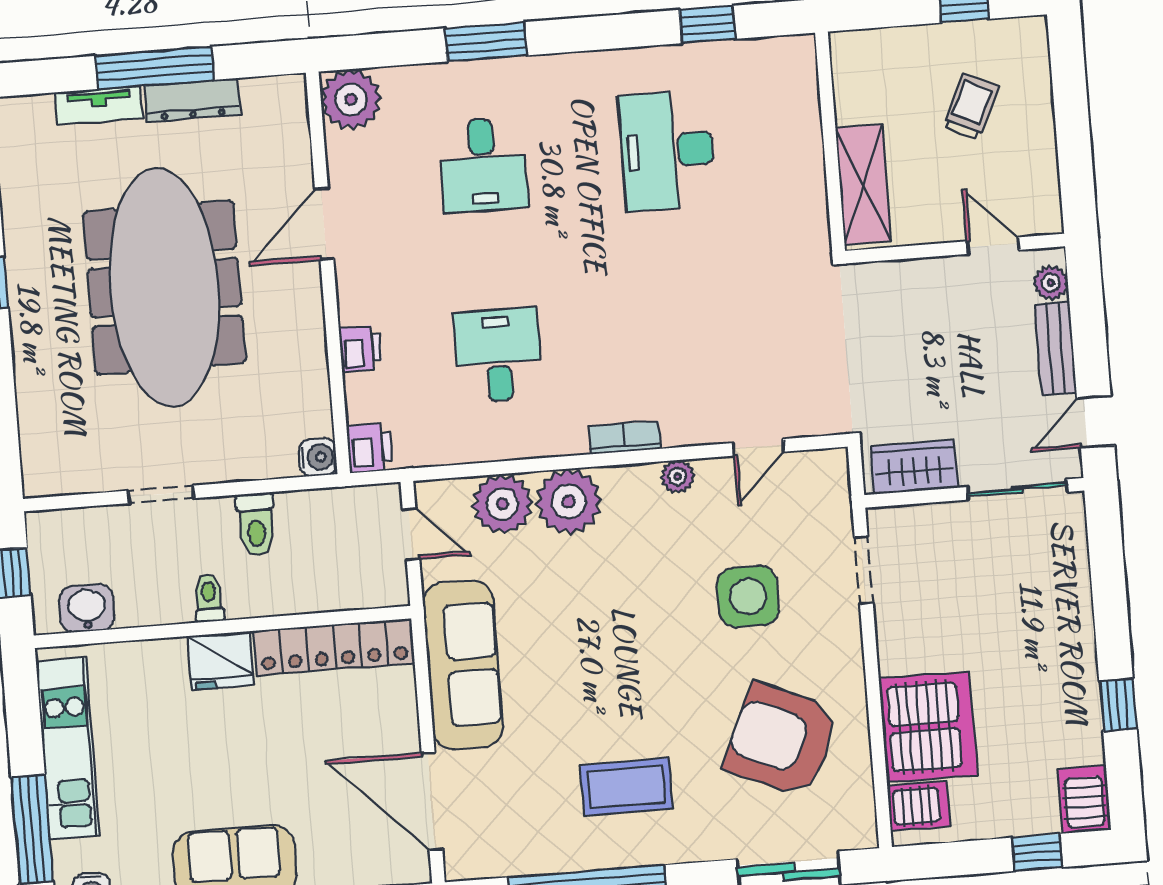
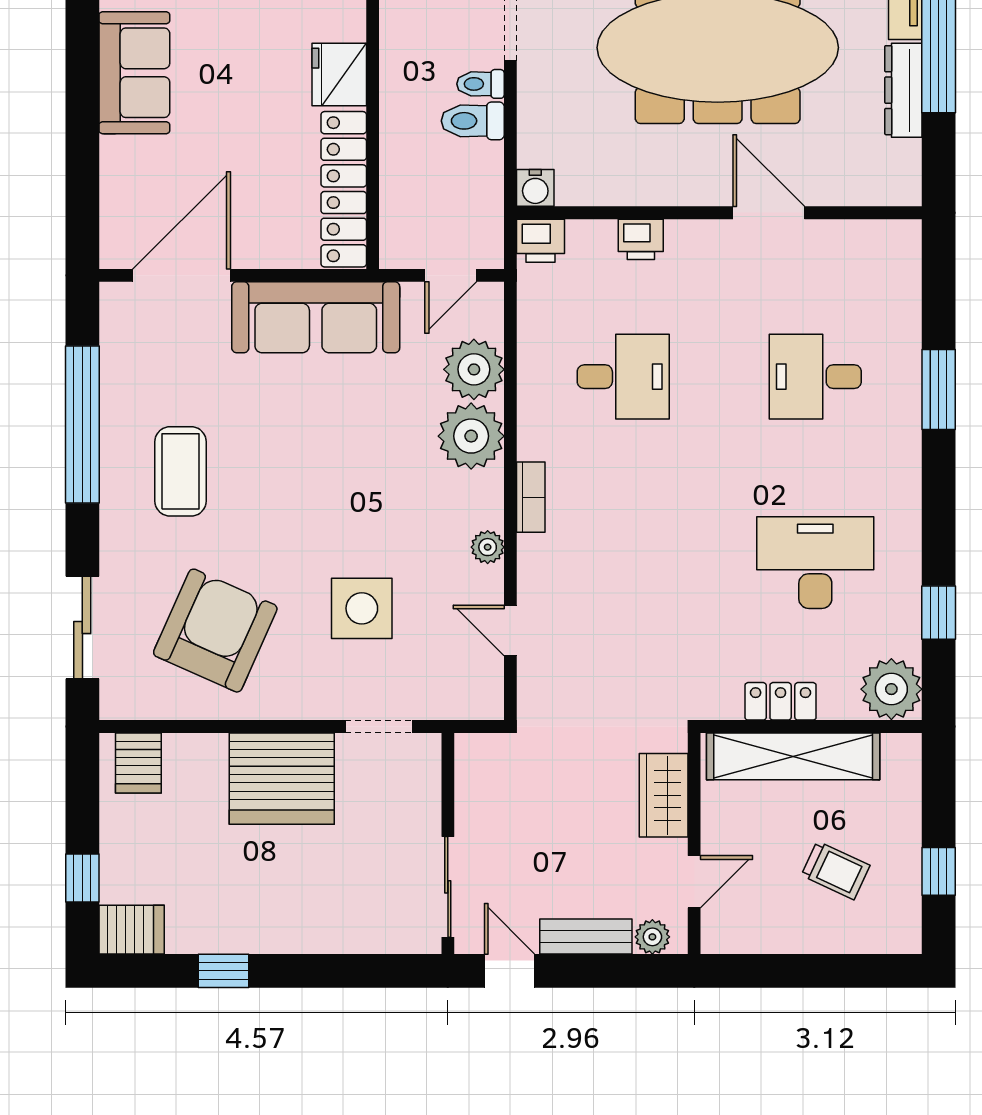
plant: (351, 100) -> (891, 689), moved
locker: (807, 174) -> (781, 701), added
shelving: (863, 185) -> (793, 756), width x1.47
wardrobe: (914, 467) -> (664, 795), moved, turned 180
toilet: (209, 598) -> (481, 84), moved, turned 180
server rack: (928, 727) -> (282, 779), moved

